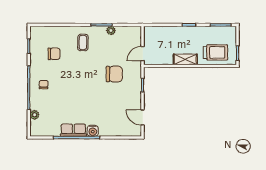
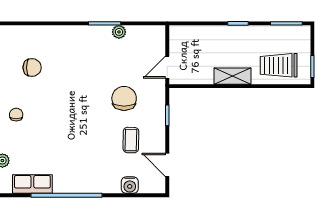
coffee table: (83, 43) -> (131, 140), moved
trolley: (216, 52) -> (279, 65), turned 180
chair: (114, 74) -> (124, 98), turned -90
row of seats: (73, 130) -> (32, 184), moved
water cooler: (93, 131) -> (130, 185), moved

